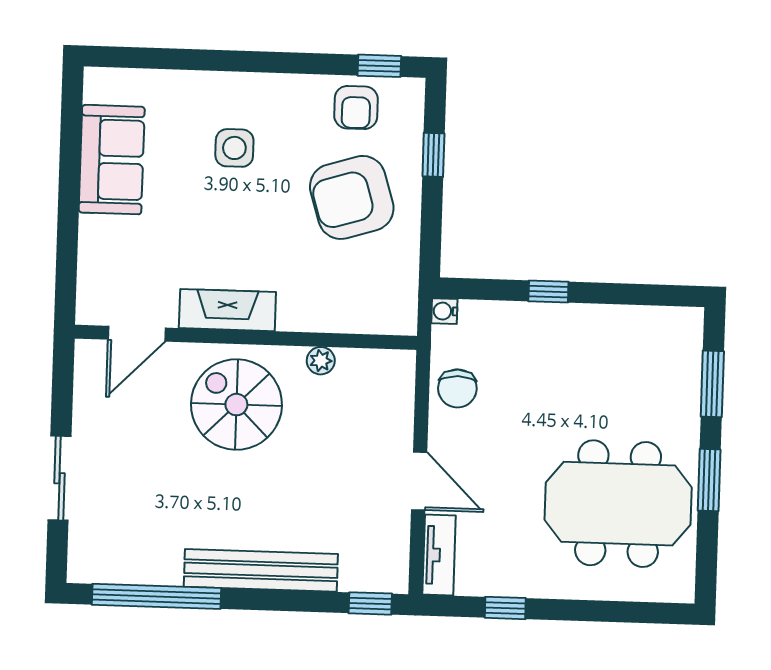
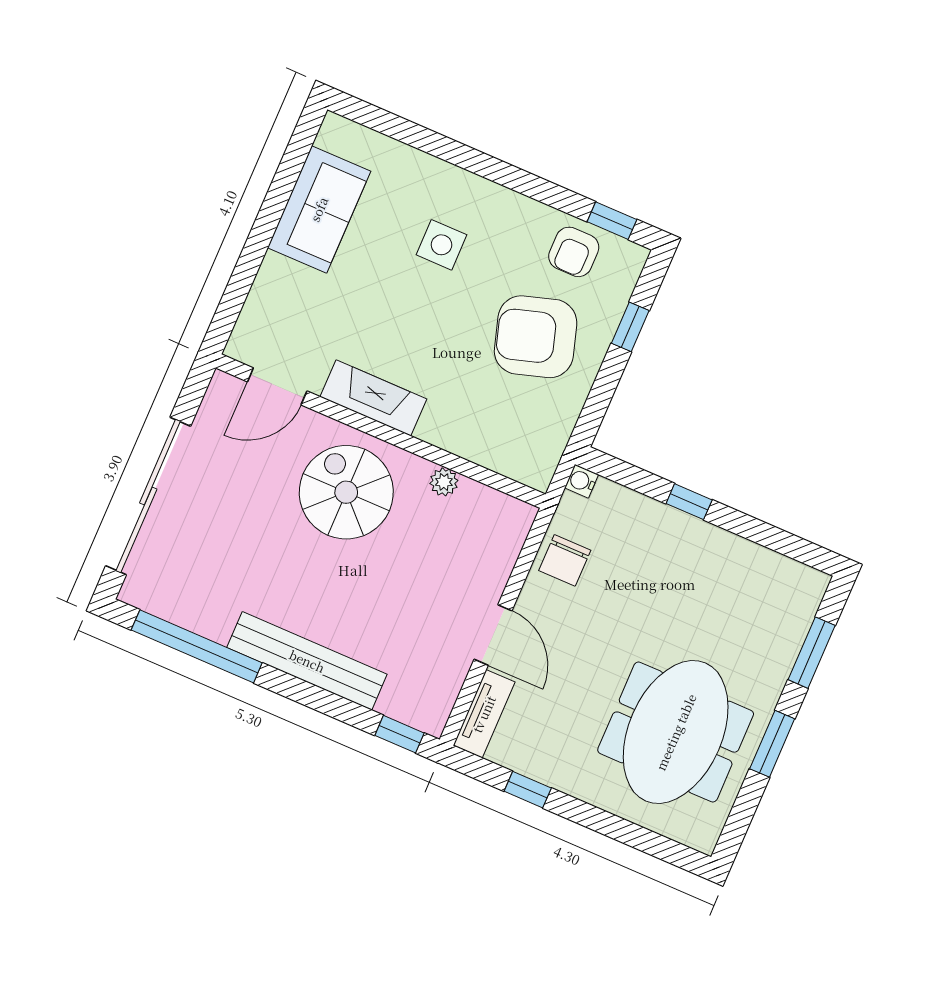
sliding door: (59, 478) -> (148, 496), width x1.86
meeting table: (618, 504) -> (676, 732), turned 90

